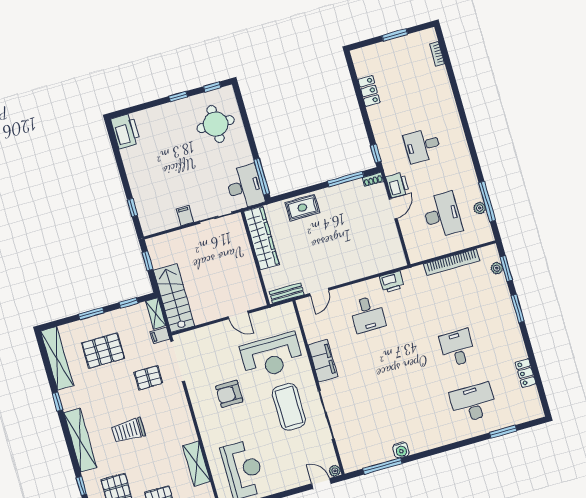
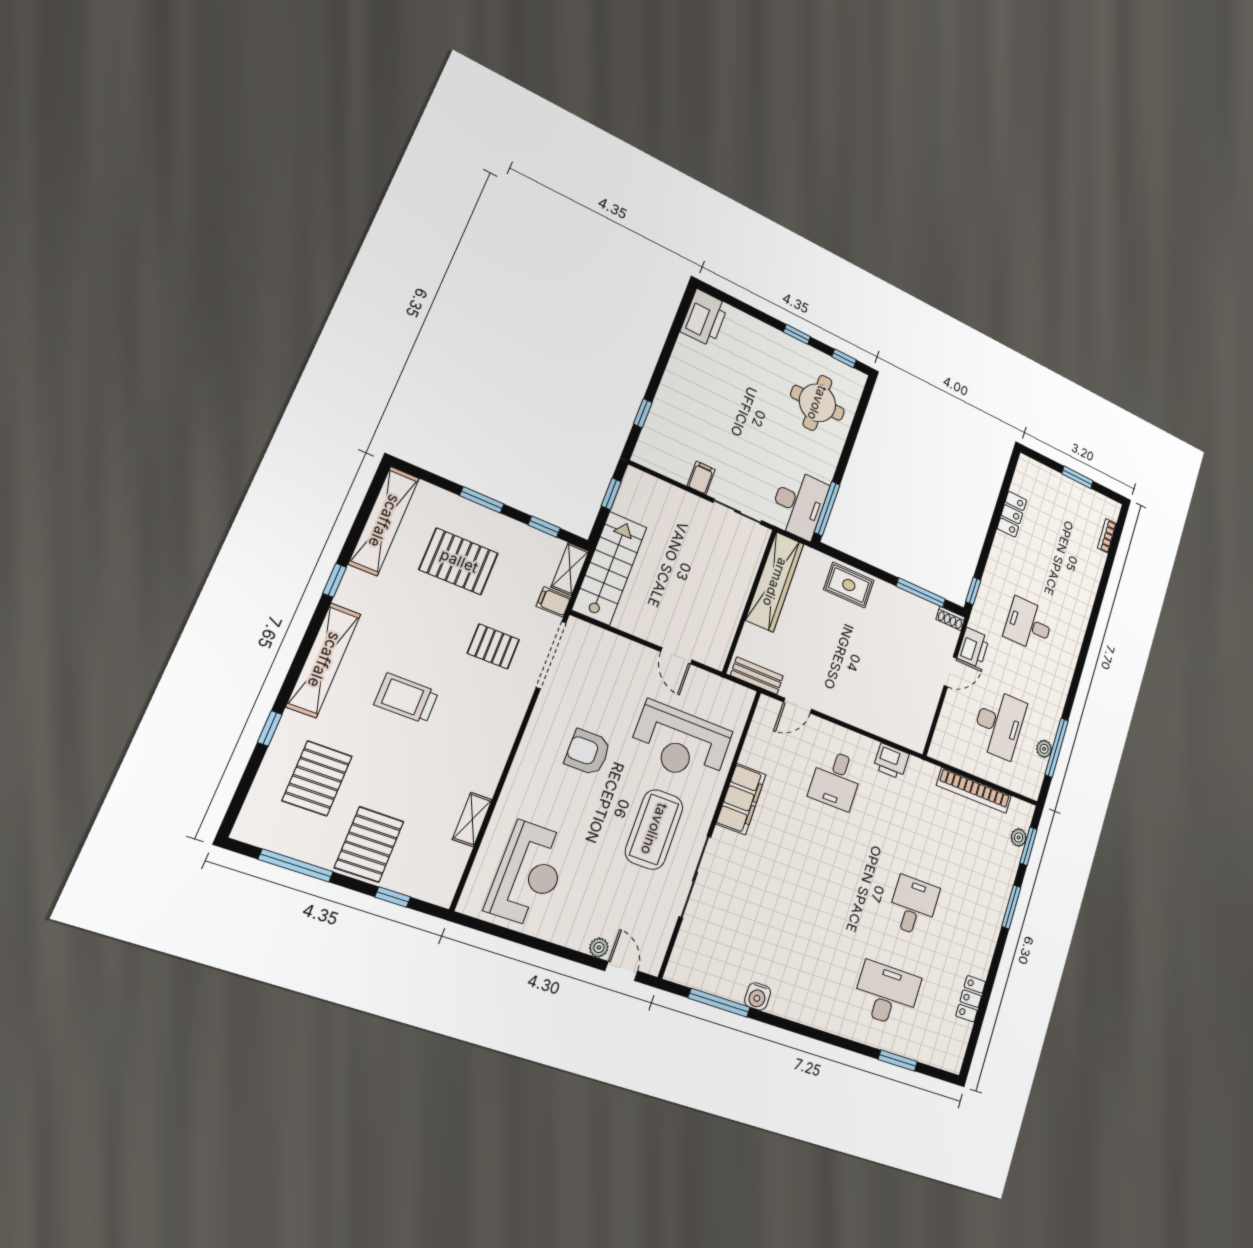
shelving: (197, 464) -> (472, 819), width x0.67, depth x0.75
plant: (335, 471) -> (599, 948), moved

